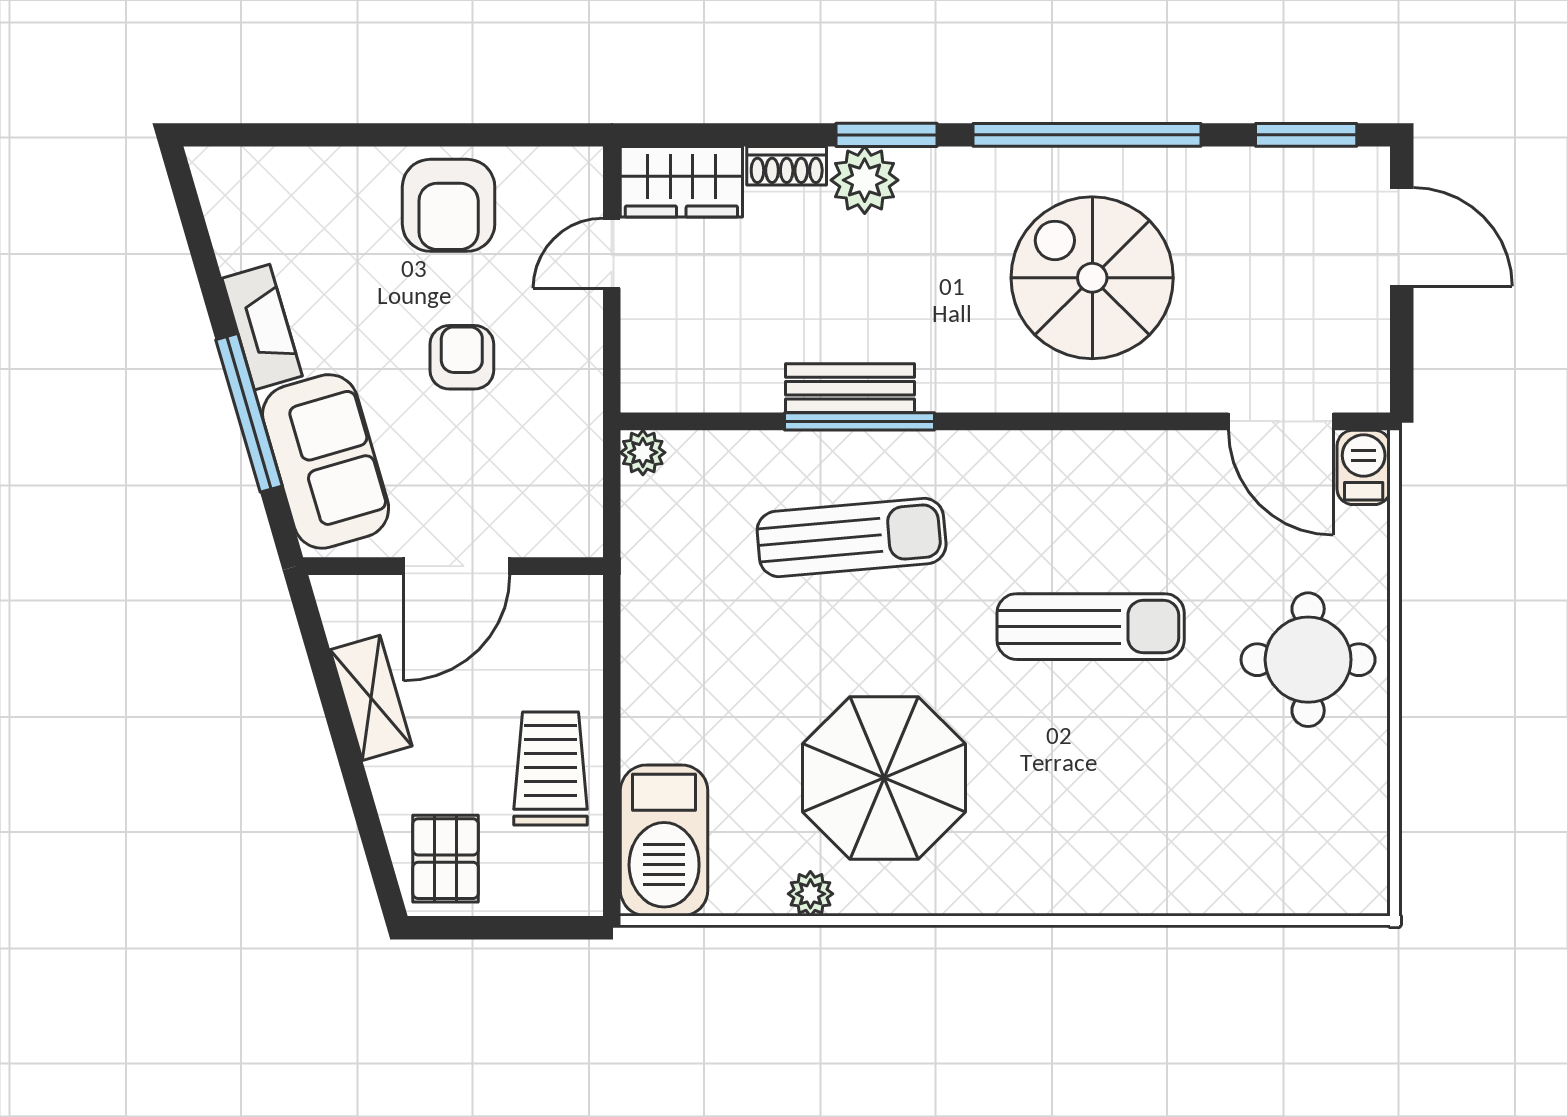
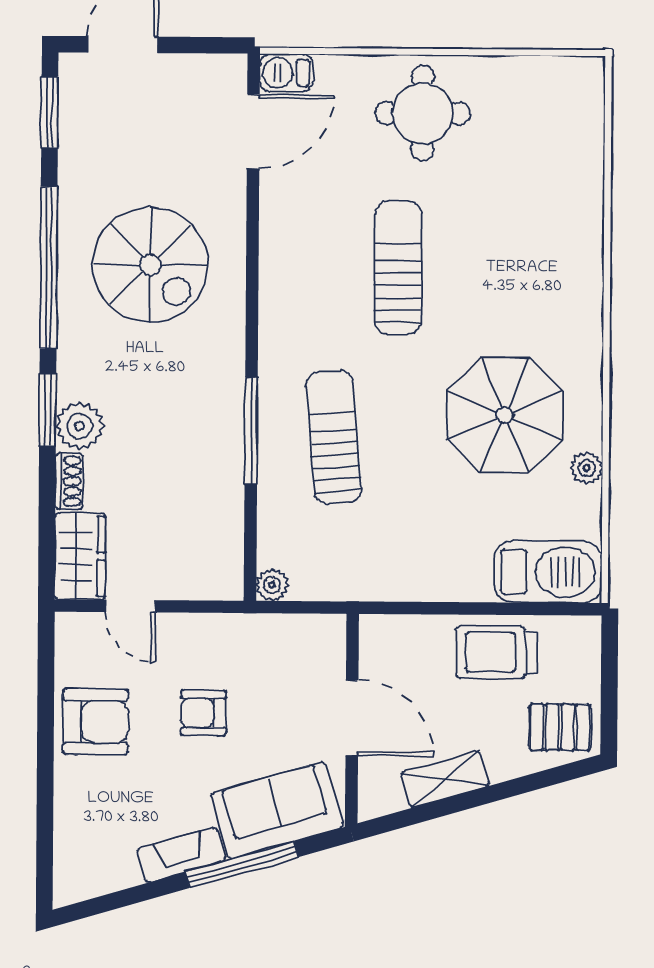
spiral stairs: (1092, 278) -> (150, 265), turned -90
bench: (850, 388) -> (227, 437), removed

